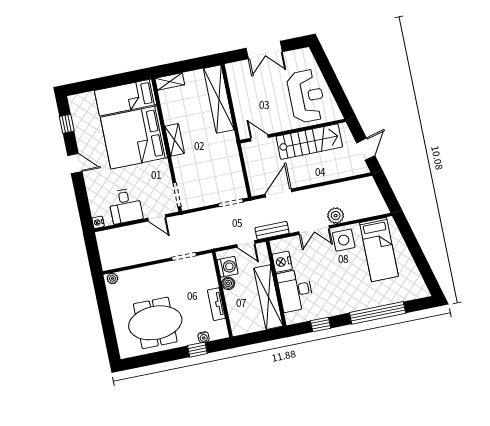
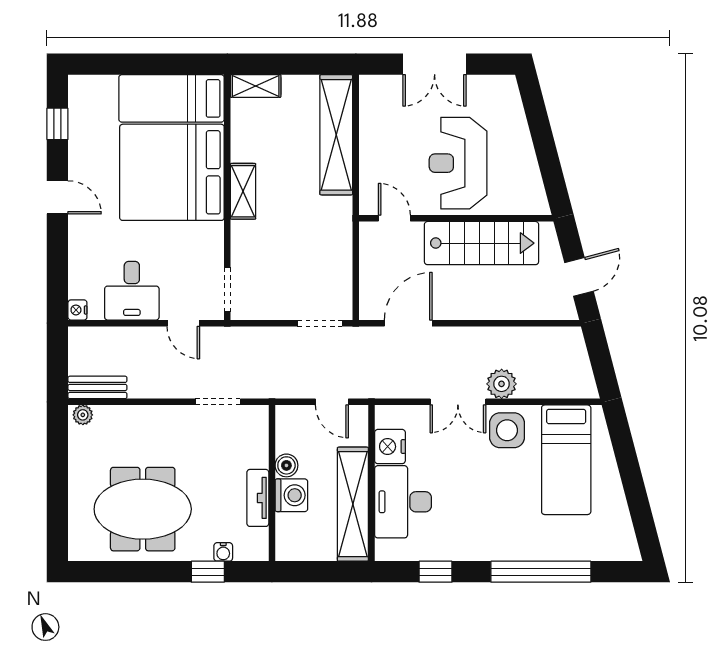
reception desk: (306, 96) -> (458, 163), moved, turned 180
bench: (272, 231) -> (97, 387), moved
washing machine: (228, 267) -> (291, 495), moved

